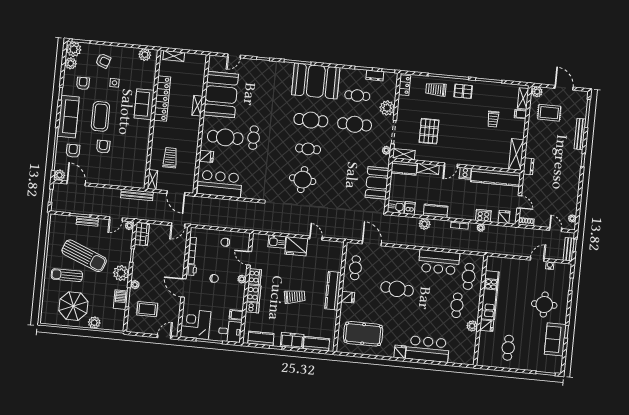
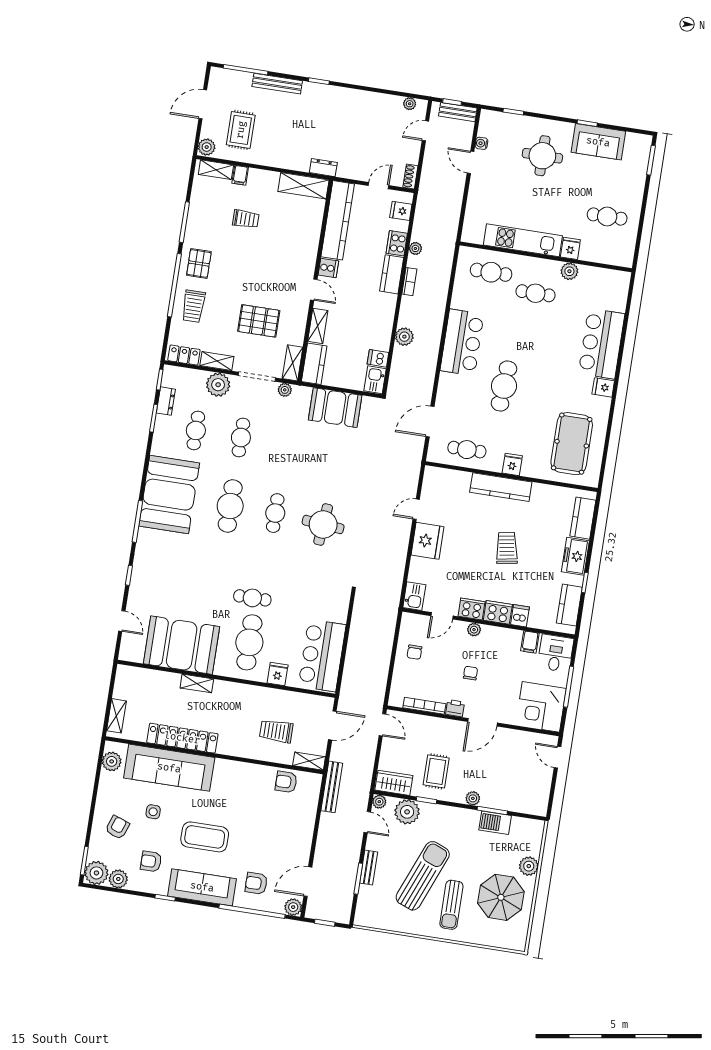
sofa: (144, 104) -> (169, 768), width x1.85, depth x1.27
shelving: (402, 106) -> (217, 361), added
cafe table: (355, 124) -> (241, 438), width x0.73, depth x0.74
armchair: (103, 147) -> (286, 782), moved
kitchen counter: (436, 211) -> (392, 274), moved
kitchen sink: (277, 242) -> (414, 596), moved
bar counter: (439, 262) -> (462, 342), moved
plant: (121, 273) -> (407, 812), moved
rug: (147, 309) -> (436, 771), moved

